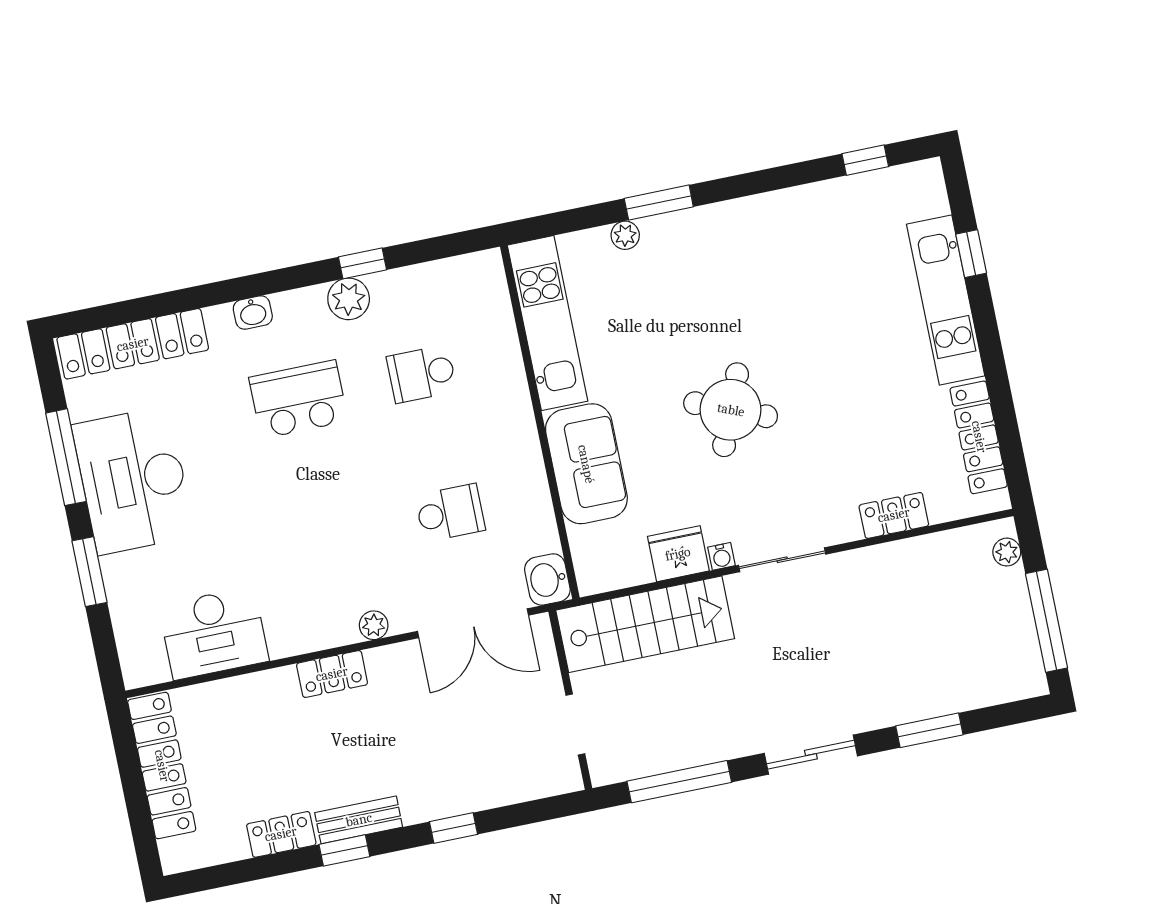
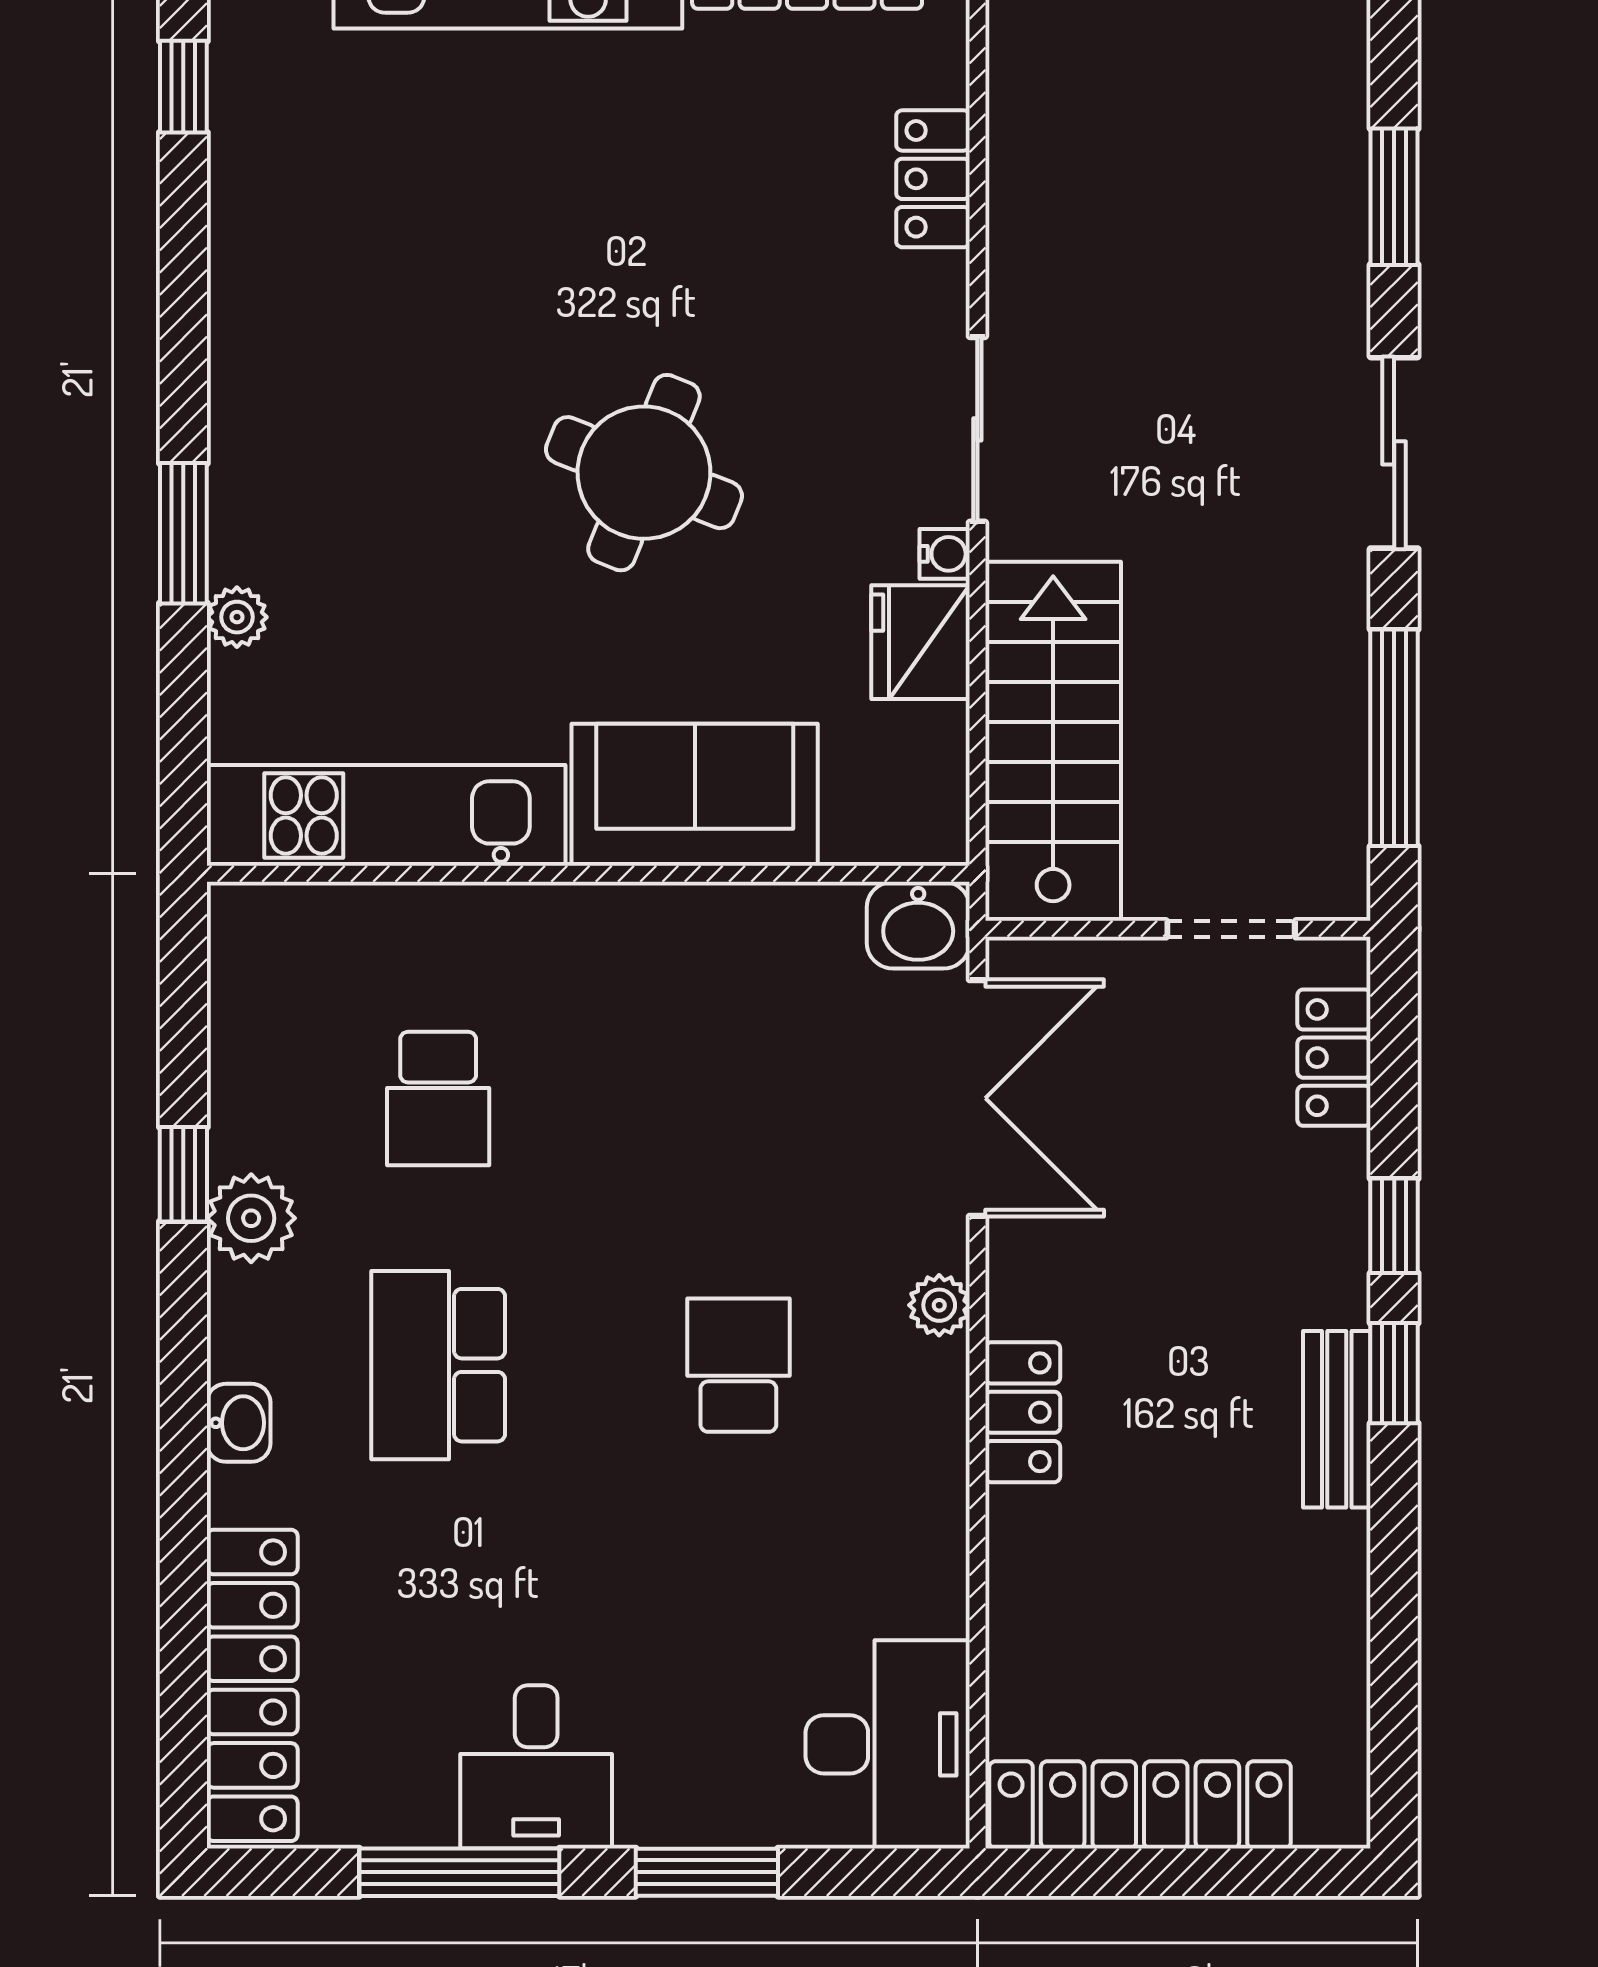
desk: (133, 480) -> (536, 1767), width x0.53, depth x0.77
school desk: (450, 513) -> (738, 1365), moved
desk: (214, 633) -> (888, 1744), moved
locker: (281, 834) -> (1334, 1058), moved
window: (344, 850) -> (1394, 1373), moved

